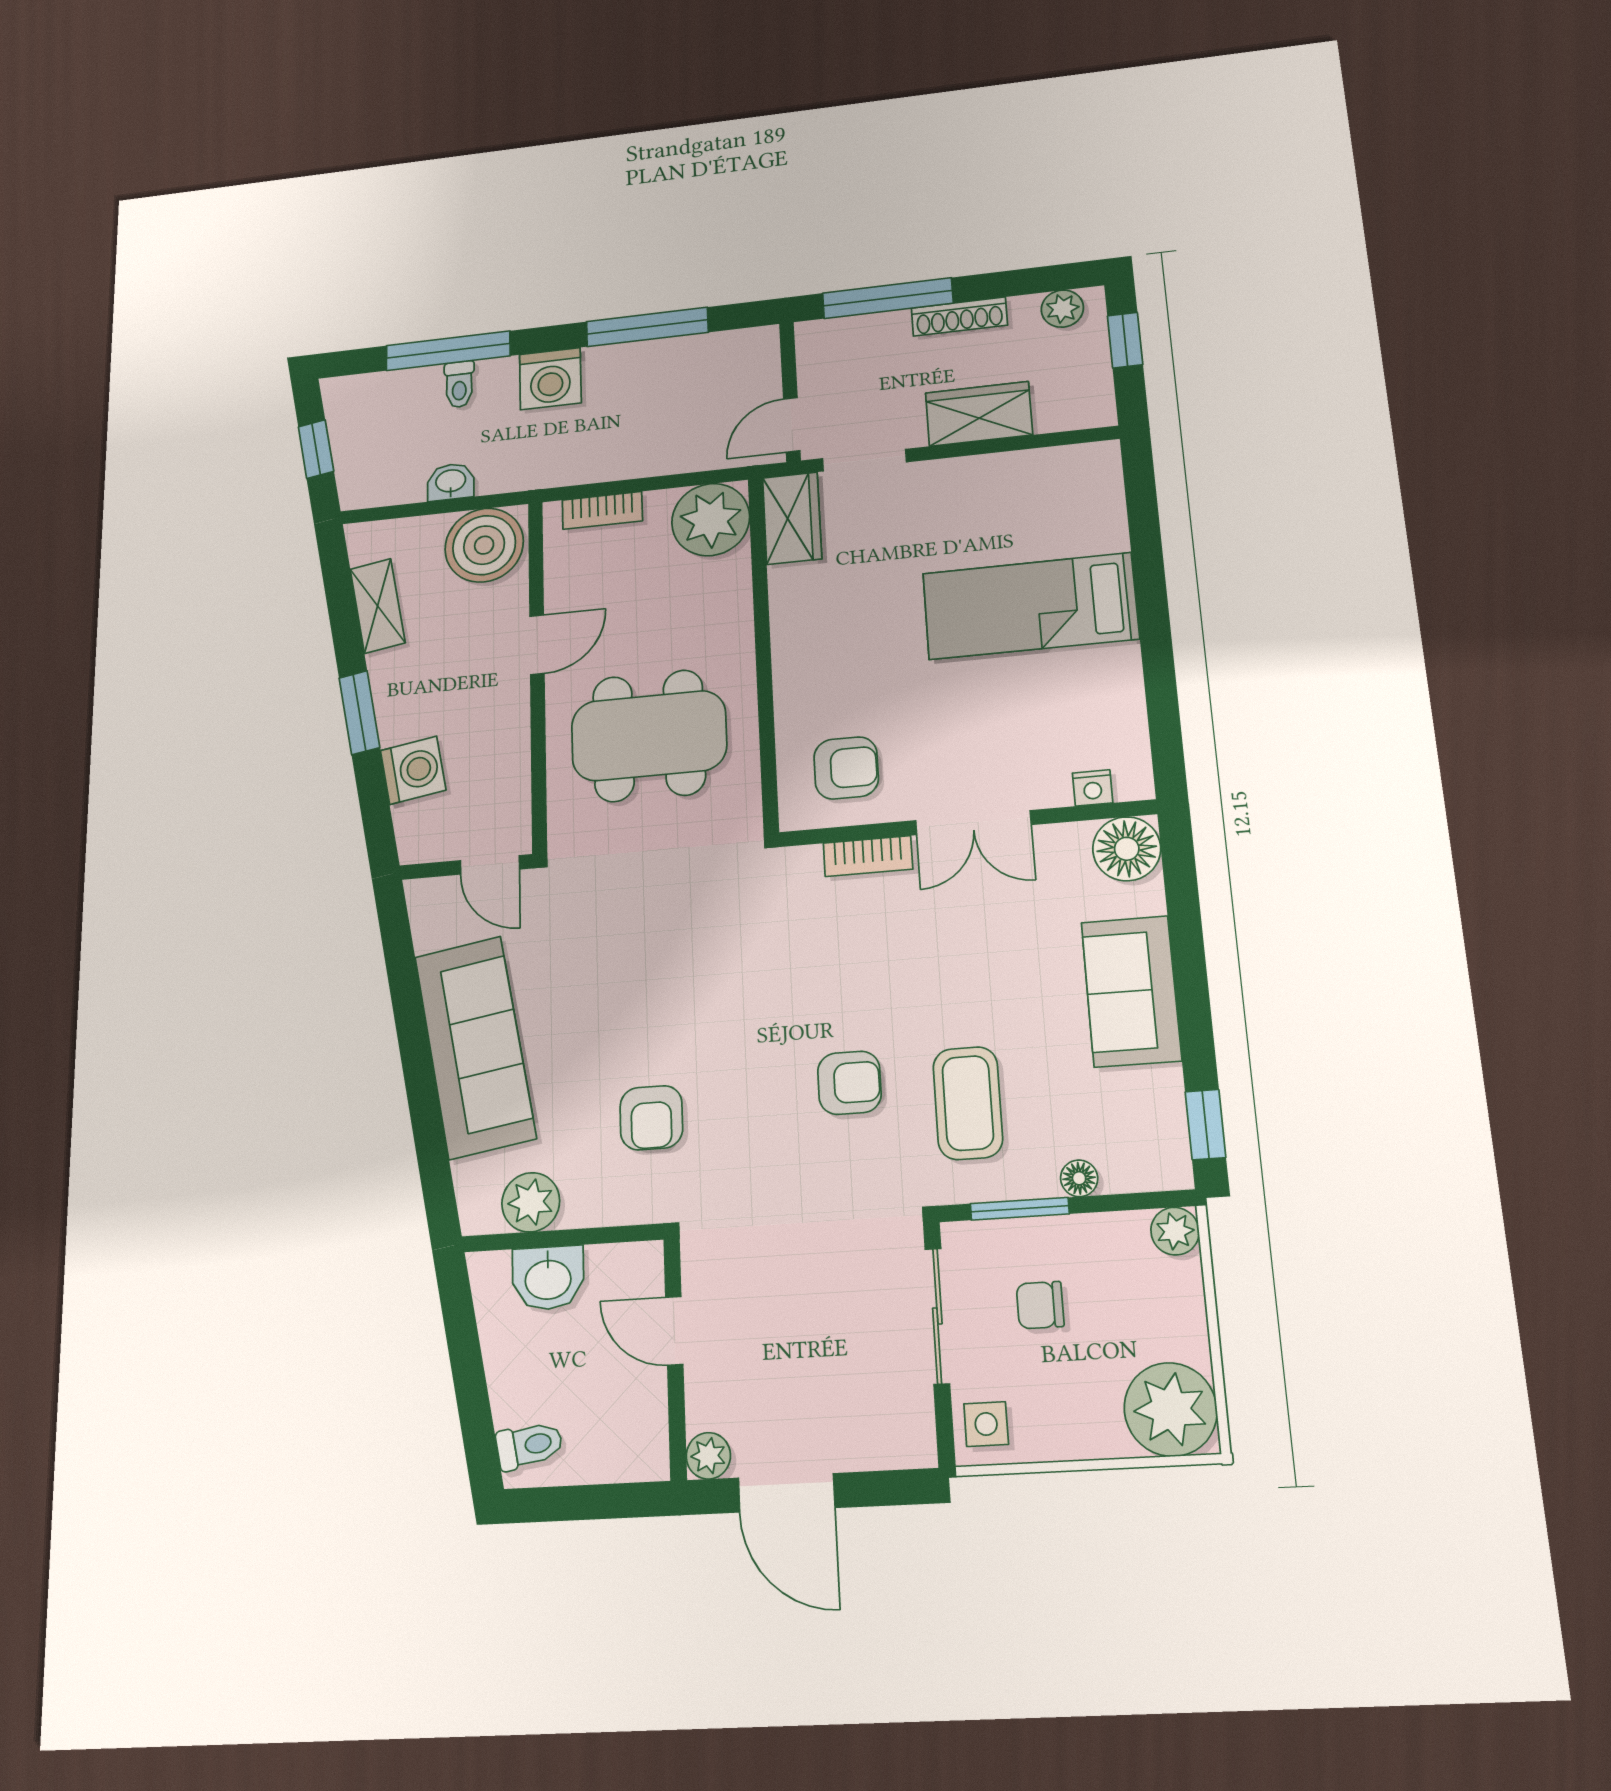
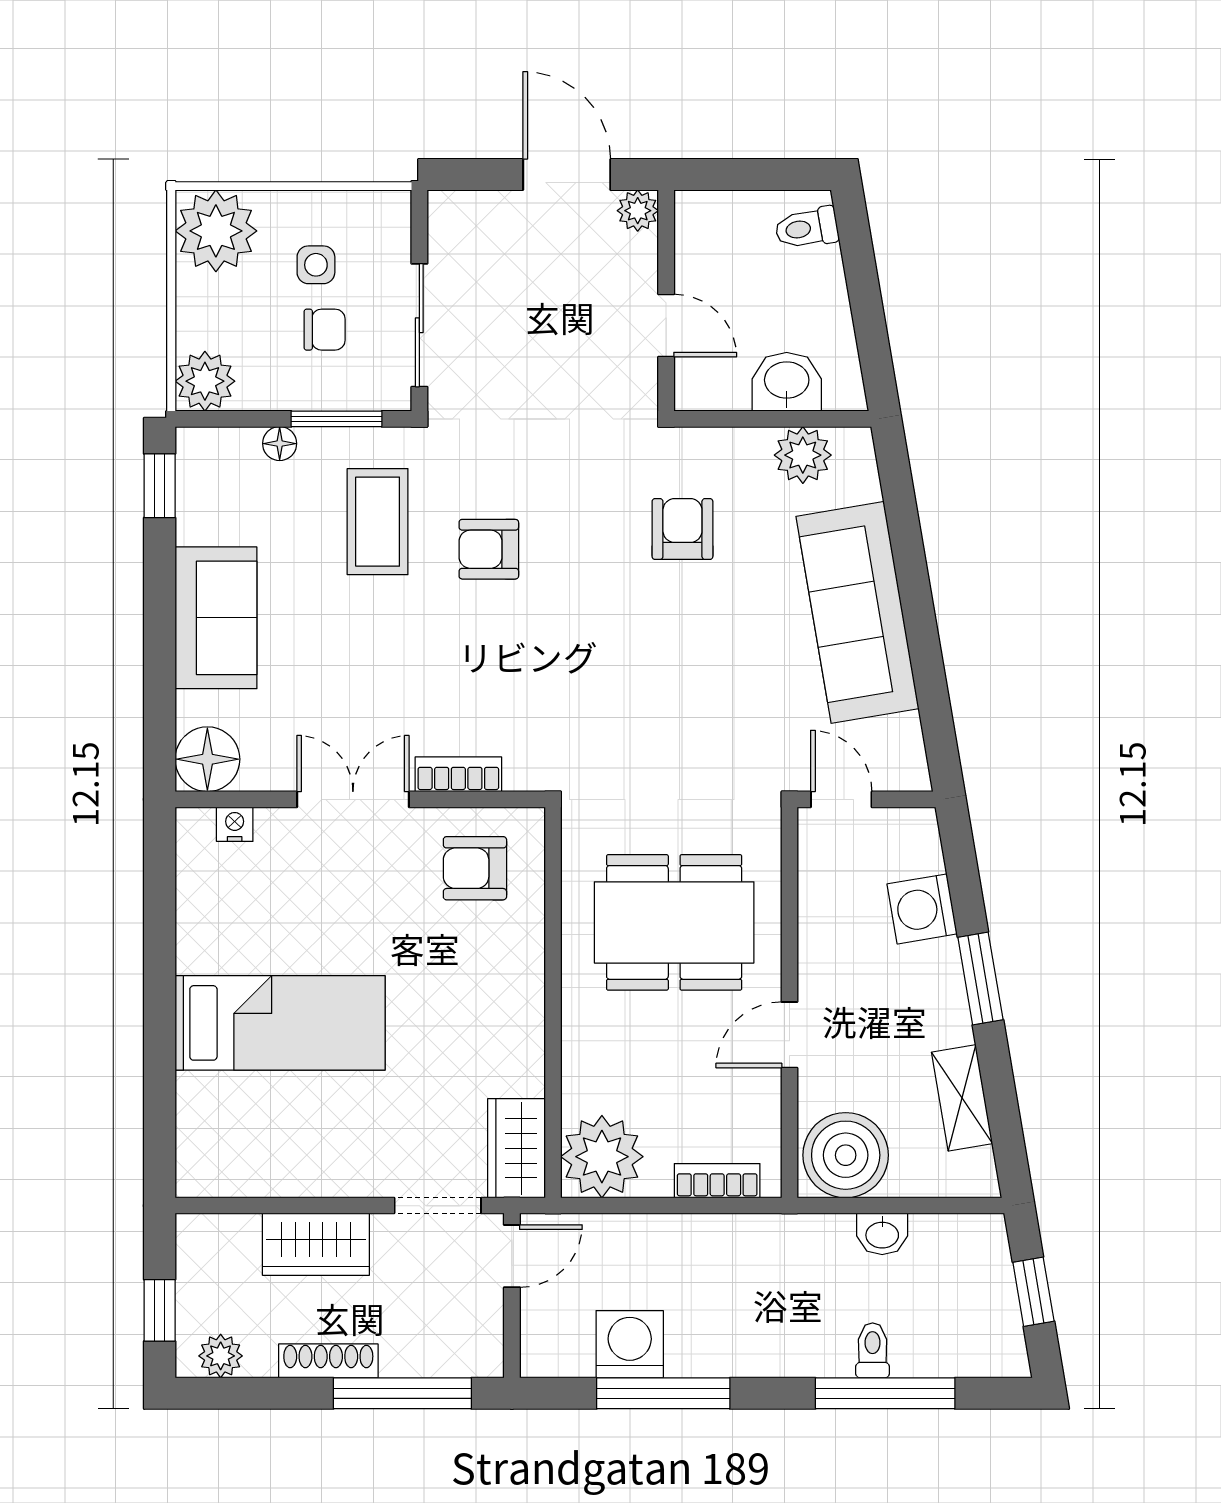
washing machine: (550, 379) -> (630, 1344), moved
plant: (1175, 1231) -> (205, 381), width x1.38, depth x1.38
side table: (986, 1424) -> (316, 265), moved

